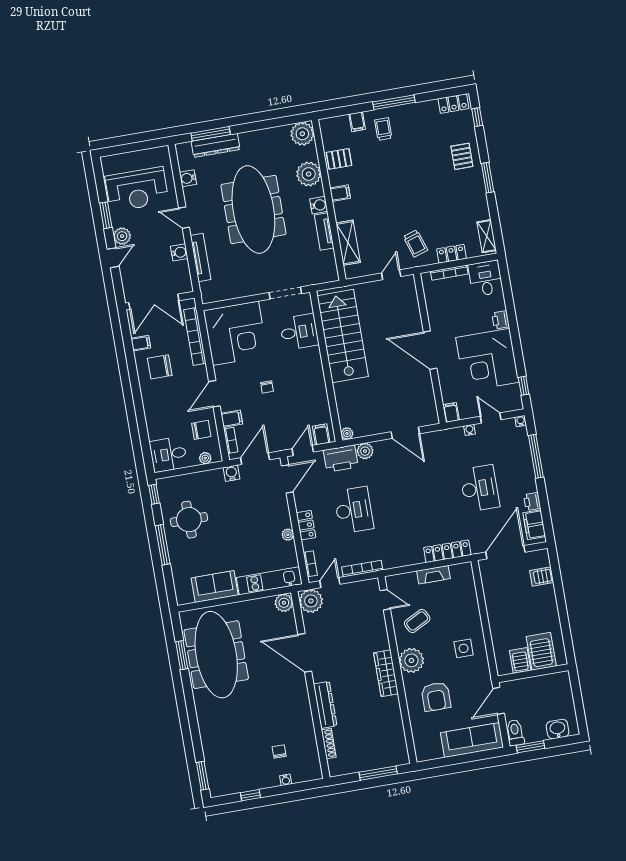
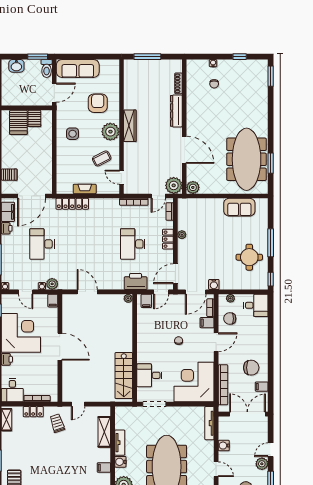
tv unit: (201, 258) -> (209, 423), moved
stairs: (343, 336) -> (124, 376), width x0.73, depth x0.66
plant: (365, 451) -> (52, 284), moved
kitchen unit: (269, 581) -> (200, 205), removed

